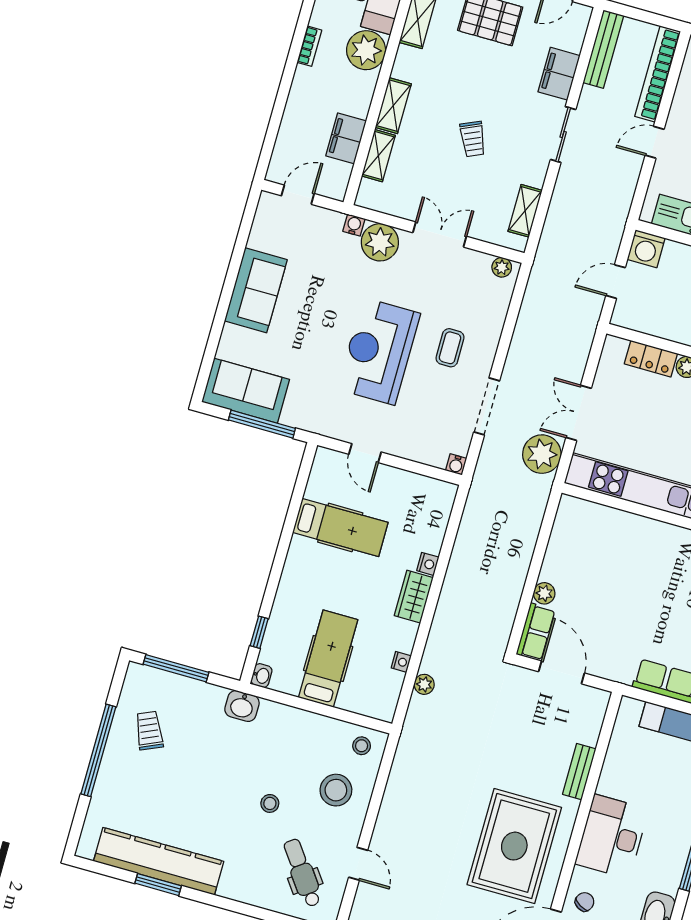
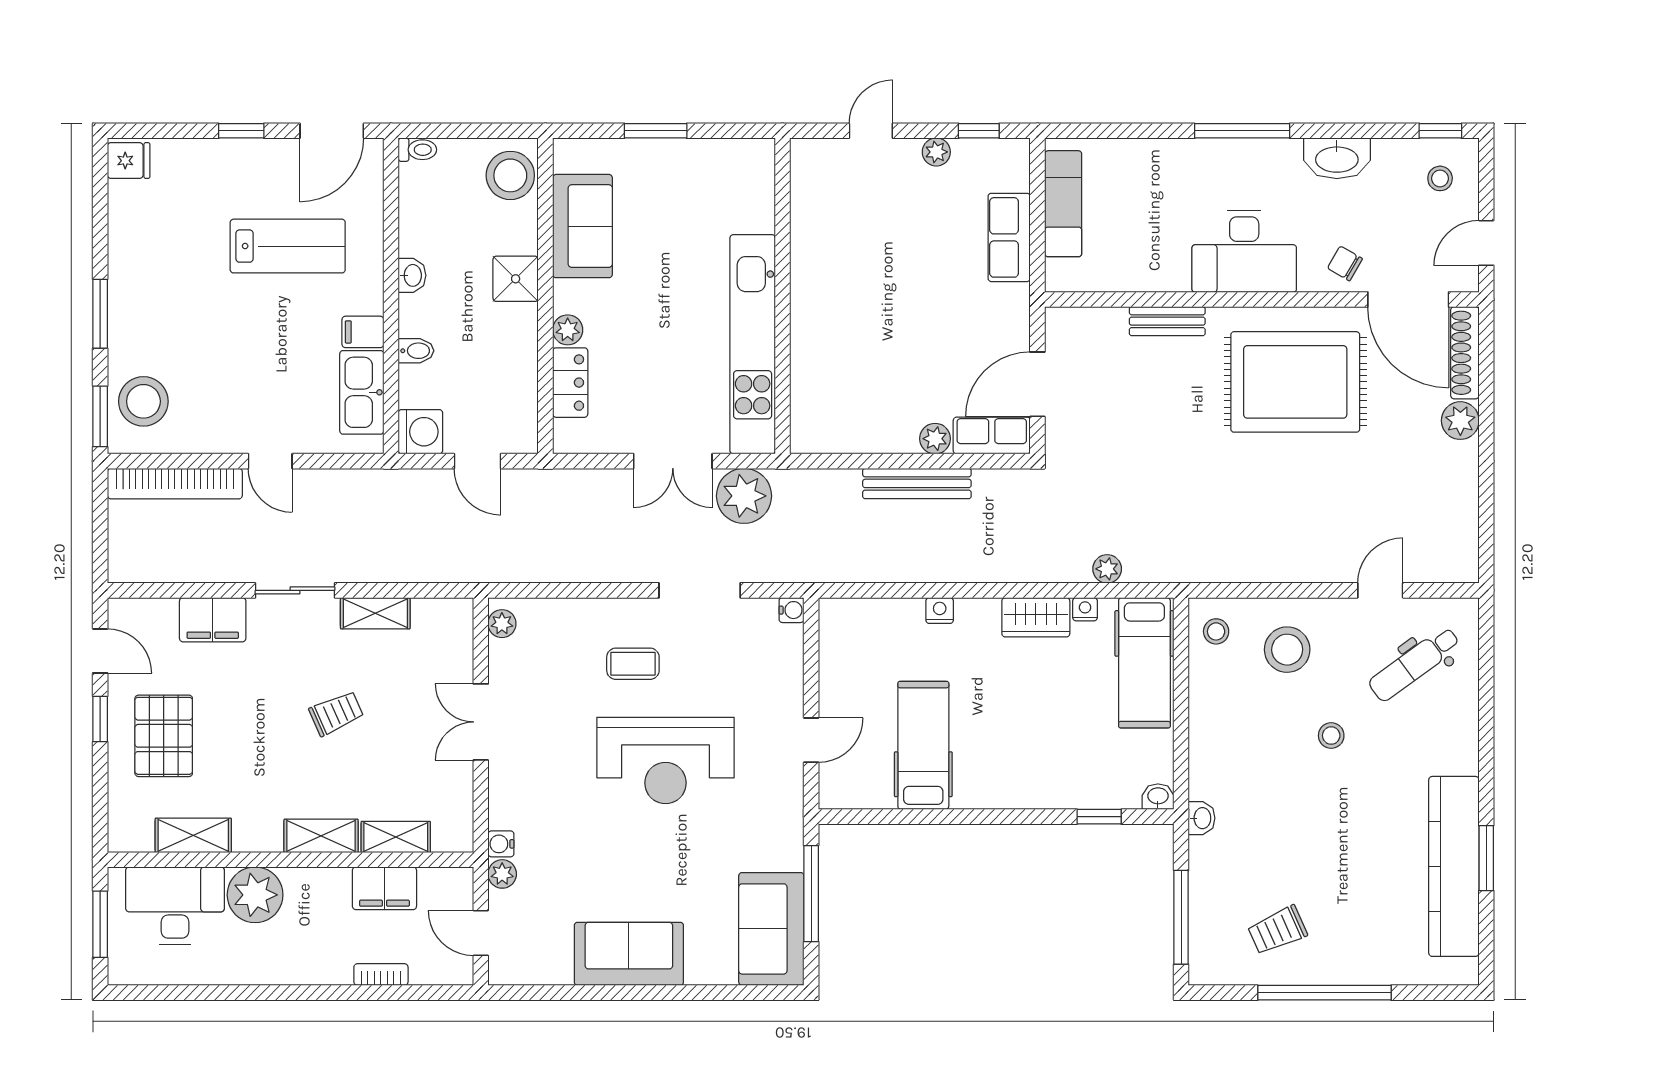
bookcase: (309, 46) -> (381, 975), moved
bench: (603, 49) -> (917, 483), moved
shelving: (525, 211) -> (375, 613), moved
plant: (380, 242) -> (502, 874), moved, width x0.53, depth x0.53
wardrobe: (414, 597) -> (1036, 617), moved
hospital bed: (328, 659) -> (1144, 663), moved, turned -90
washbasin: (242, 706) -> (1202, 818), width x0.72, depth x0.69

